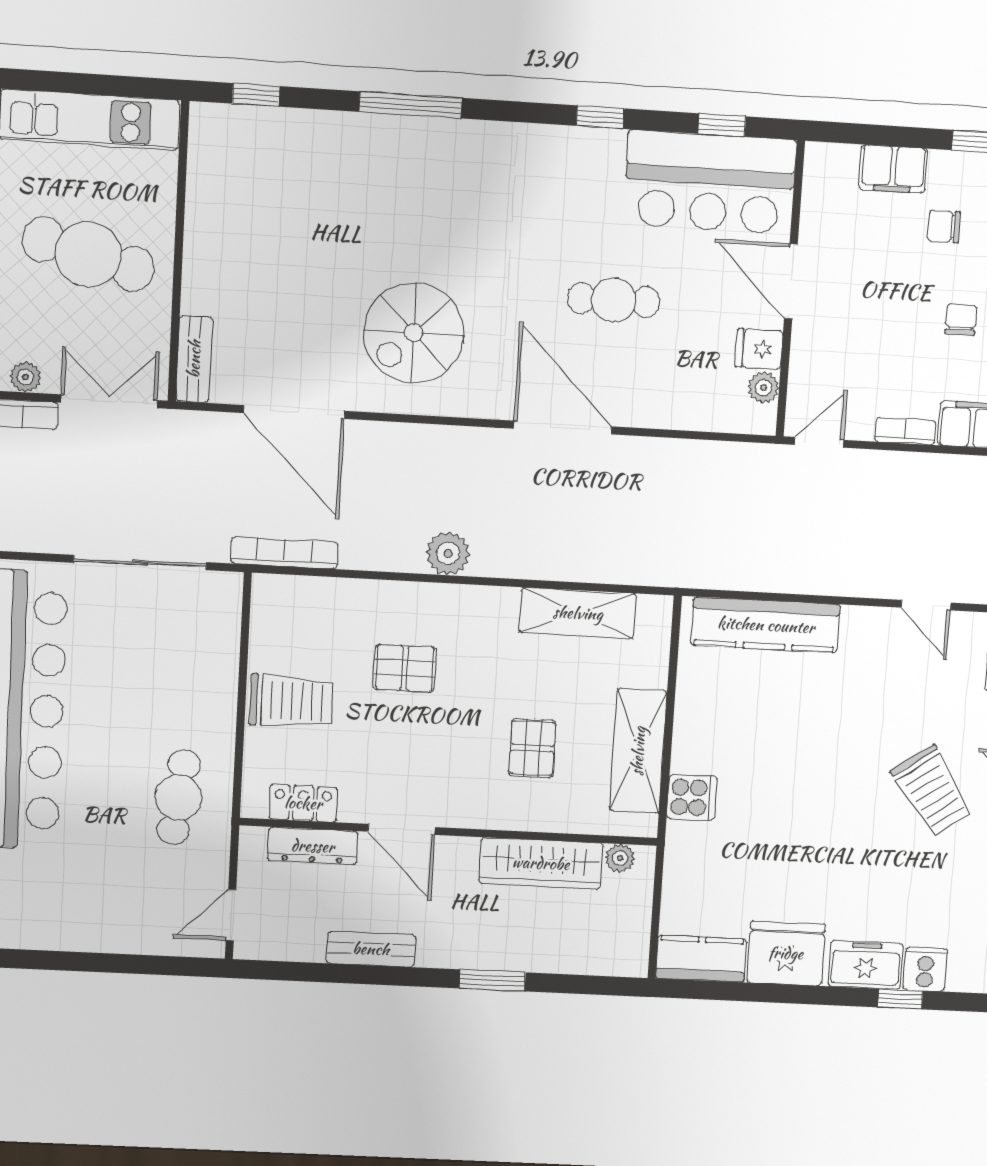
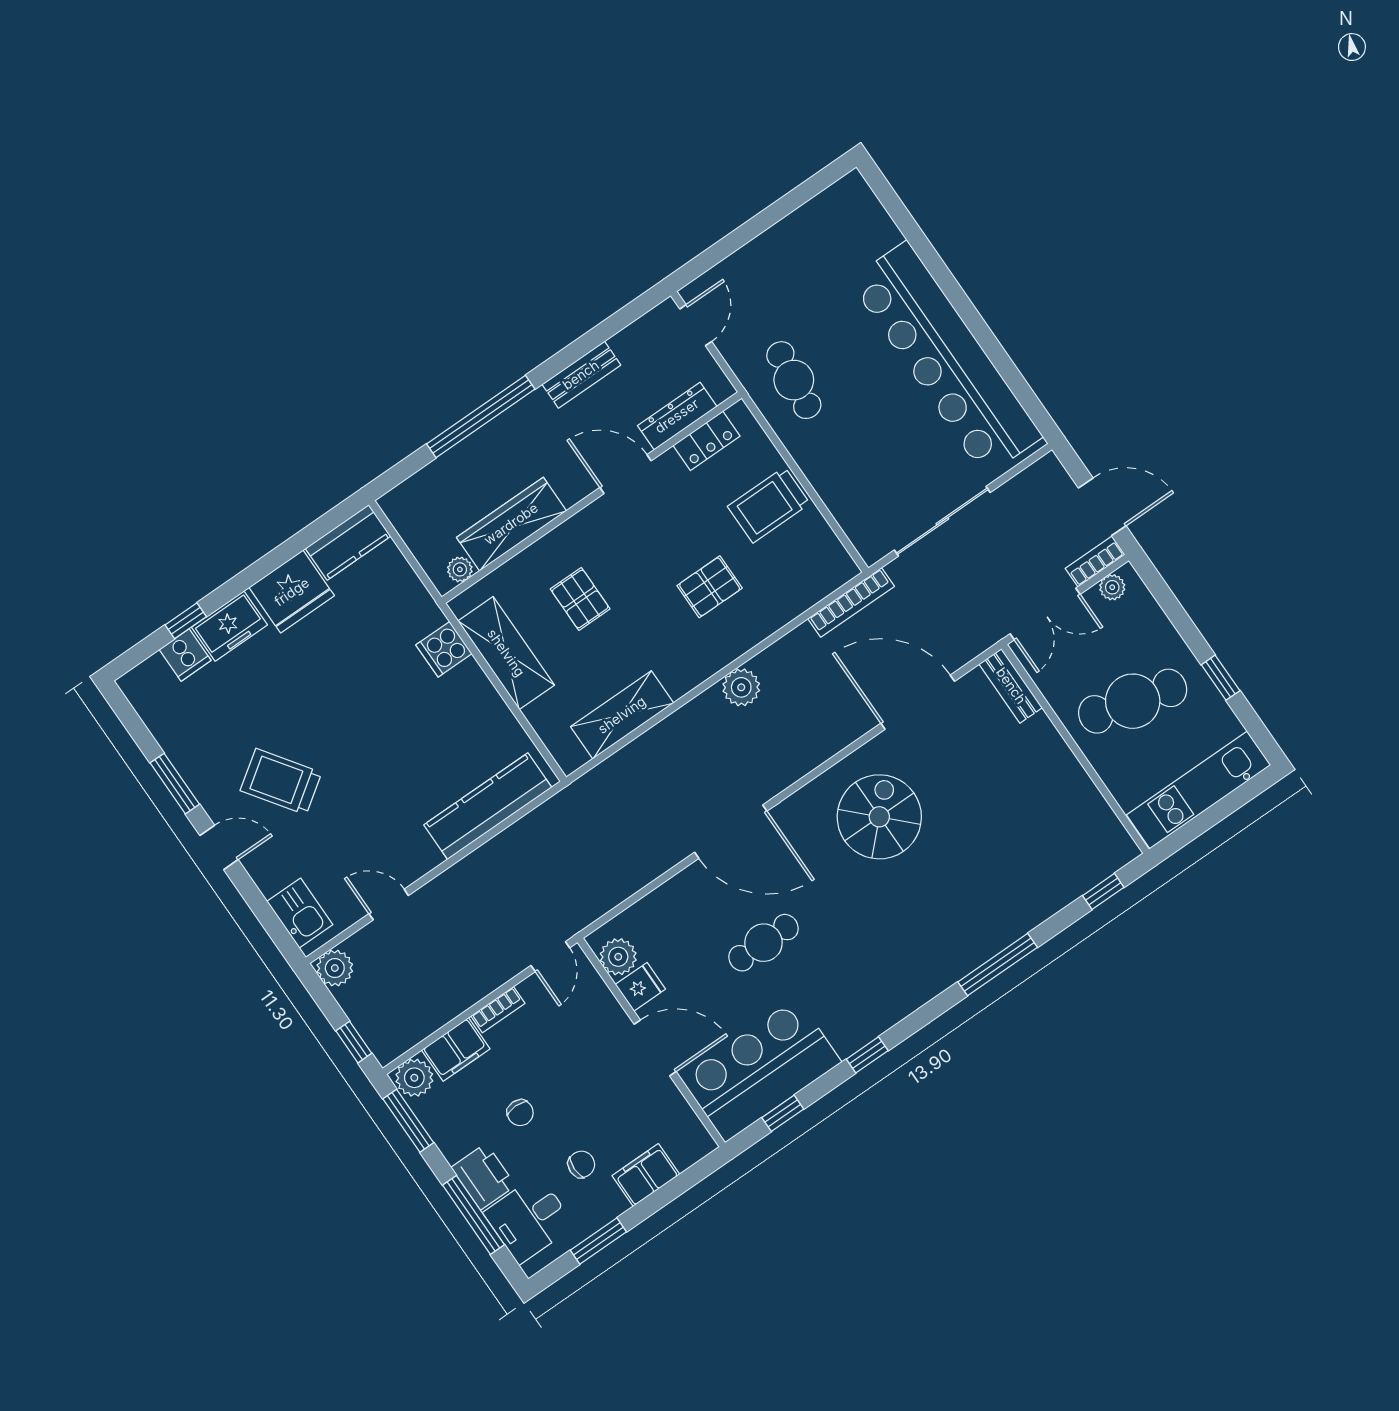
plant: (764, 388) -> (618, 957), width x1.38, depth x1.38
window: (492, 980) -> (481, 417), width x2.11

